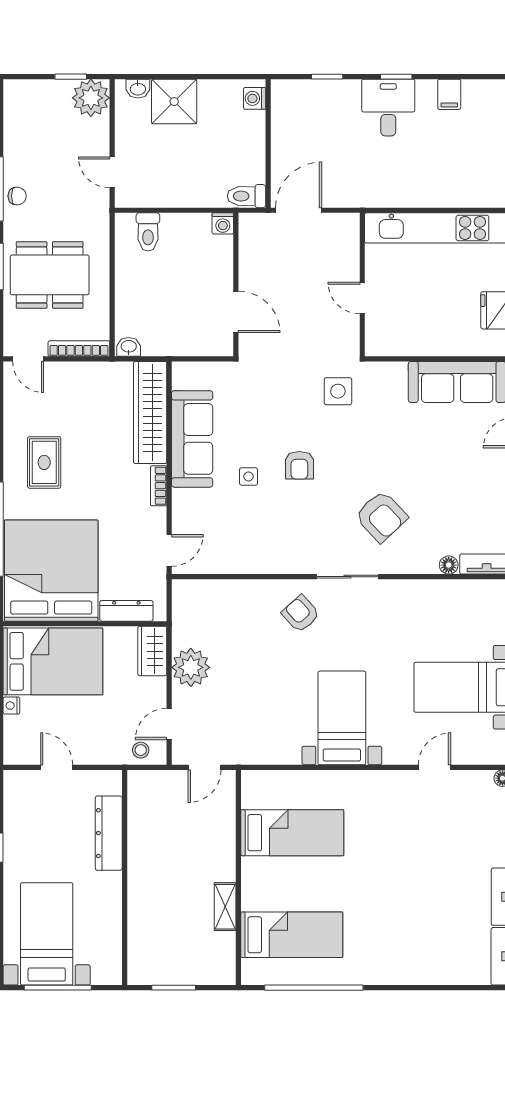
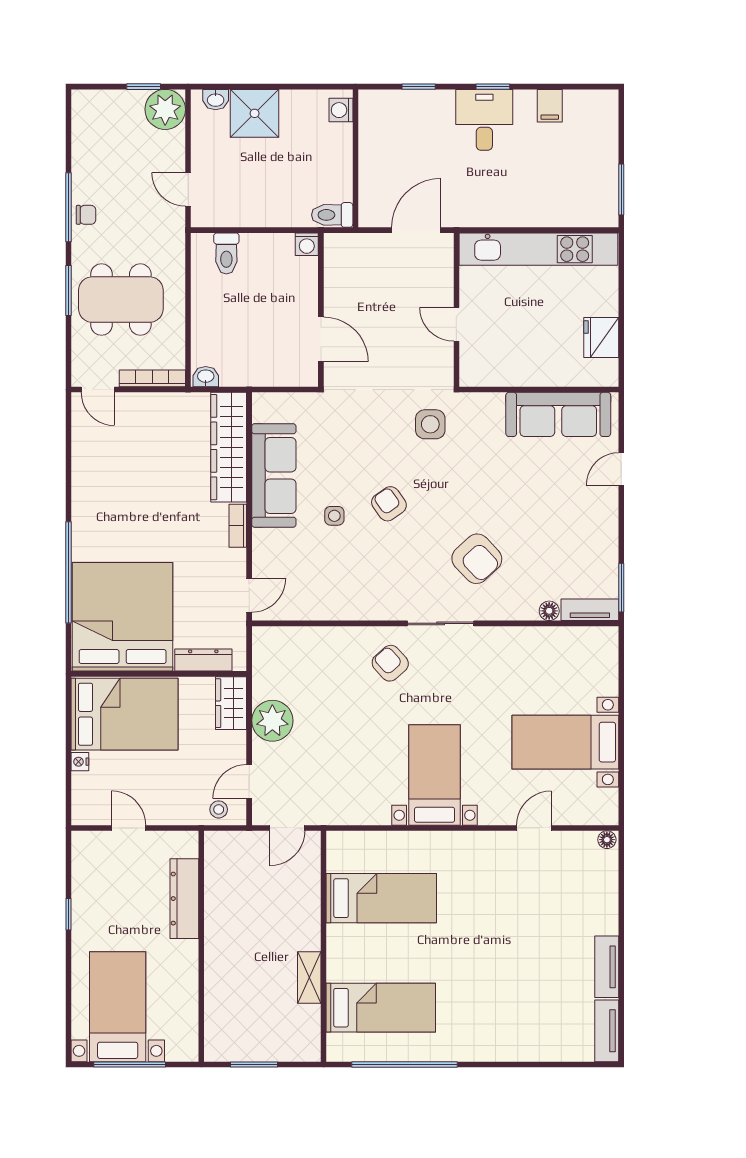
door: (299, 210) -> (416, 230), moved
rug: (44, 462) -> (115, 501), removed
armchair: (299, 465) -> (389, 504), turned 145

